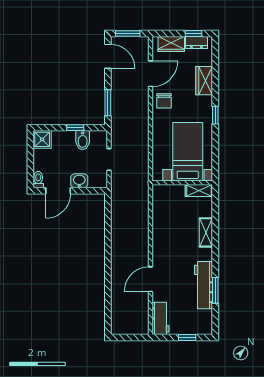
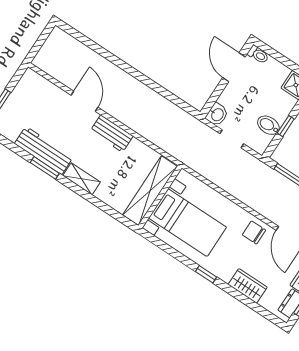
washbasin: (79, 181) -> (217, 115), moved
shelving: (199, 190) -> (150, 191), width x2.20, depth x1.33
shelving: (206, 232) -> (82, 179), moved
window: (215, 290) -> (45, 168), moved
workbench: (161, 318) -> (112, 134), moved

